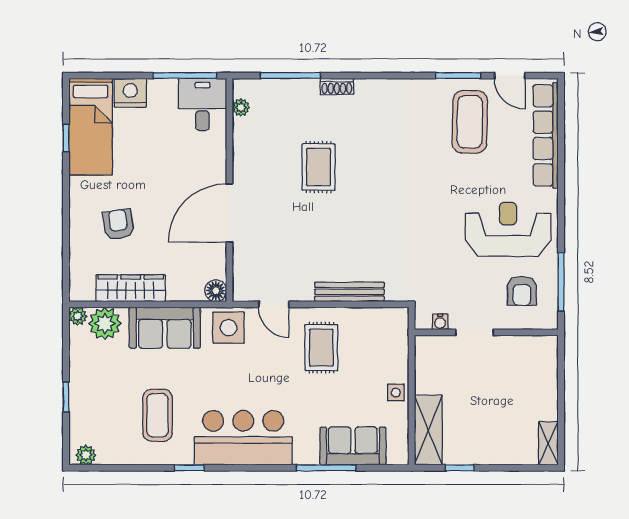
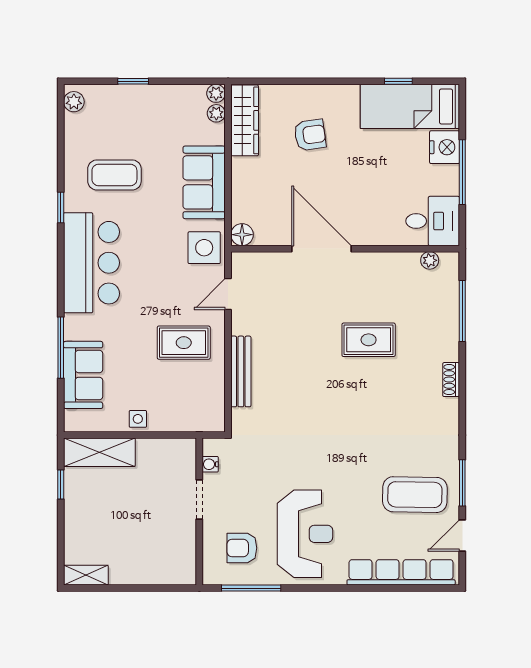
window: (185, 76) -> (462, 172), moved
shoe rack: (337, 86) -> (451, 380), moved
wardrobe: (131, 288) -> (245, 120), moved
plant: (105, 323) -> (216, 113), width x0.53, depth x0.53

